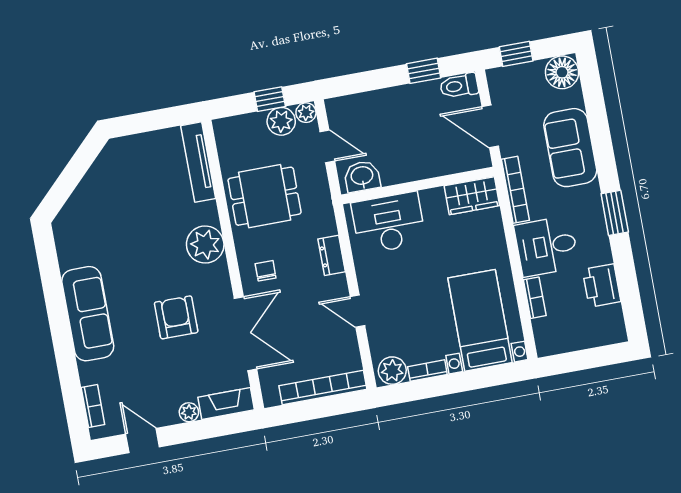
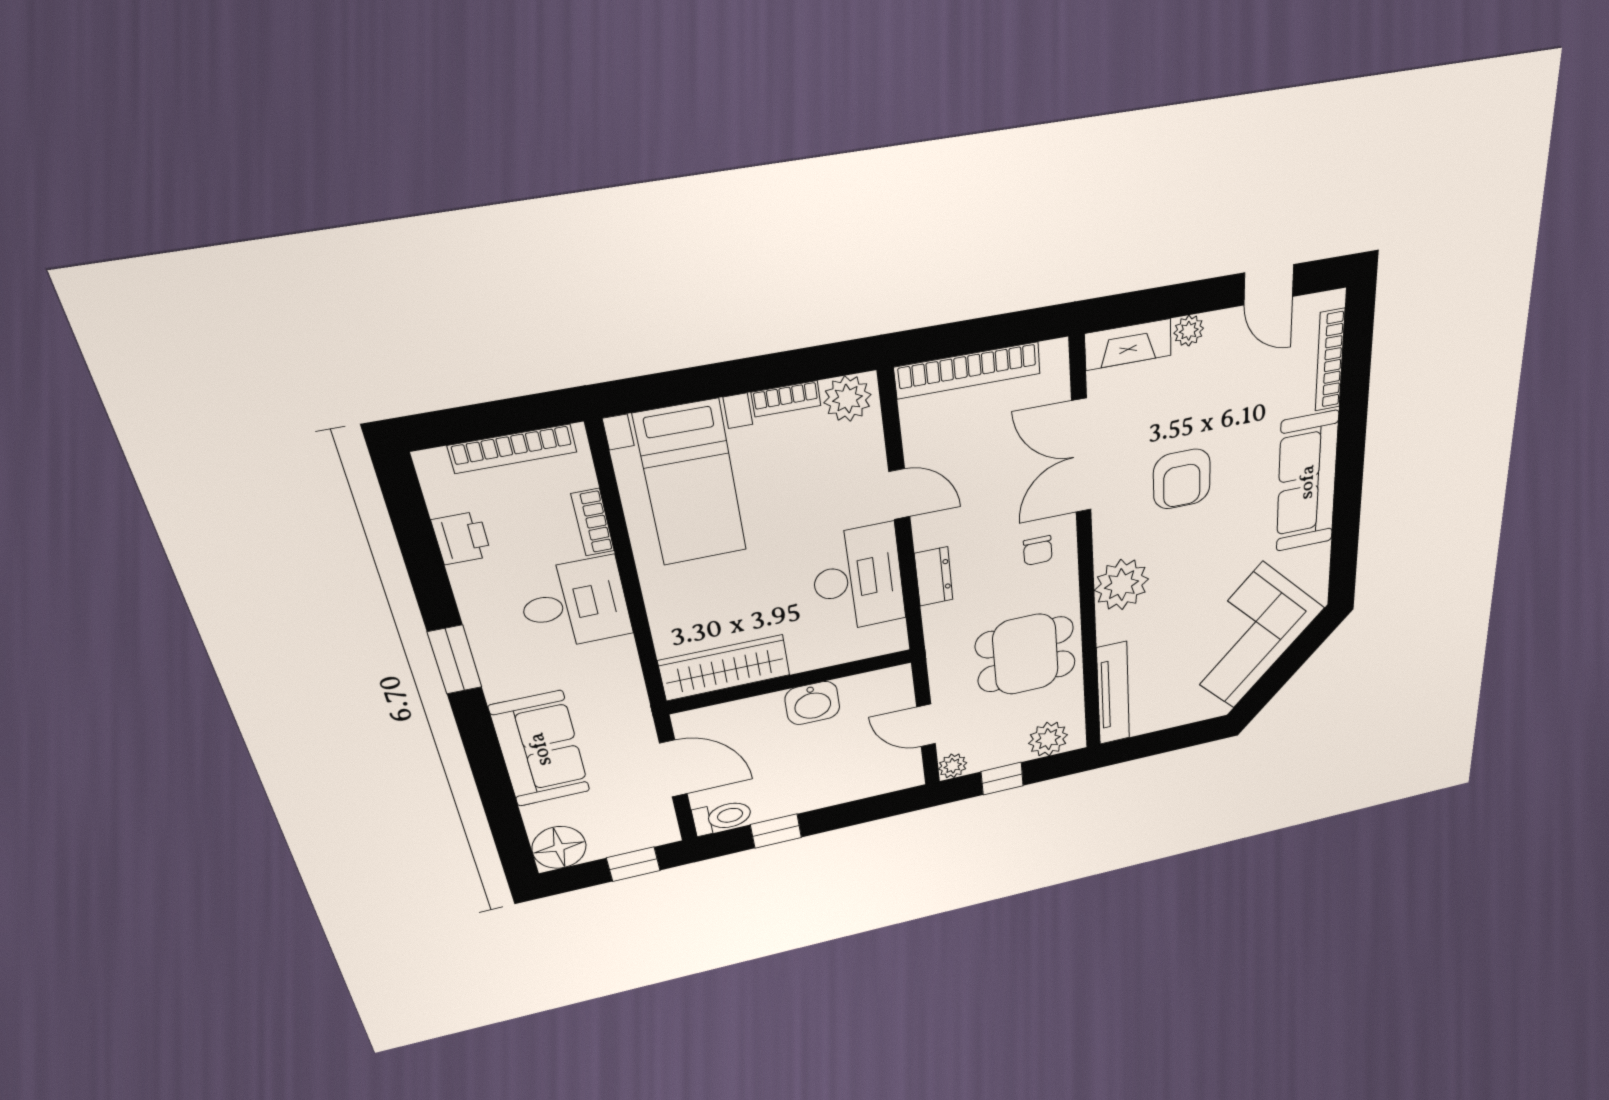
plant: (281, 121) -> (1048, 739), moved
washbasin: (362, 176) -> (812, 703), moved
bookcase: (515, 190) -> (513, 449), moved, turned -90
wardrobe: (472, 196) -> (724, 668), width x1.50
corner sofa: (106, 201) -> (1248, 636), added
desk: (389, 223) -> (858, 578), moved, turned -90
printer: (602, 285) -> (461, 538), width x0.73, depth x0.81
bookcase: (93, 406) -> (1330, 360), width x1.56

